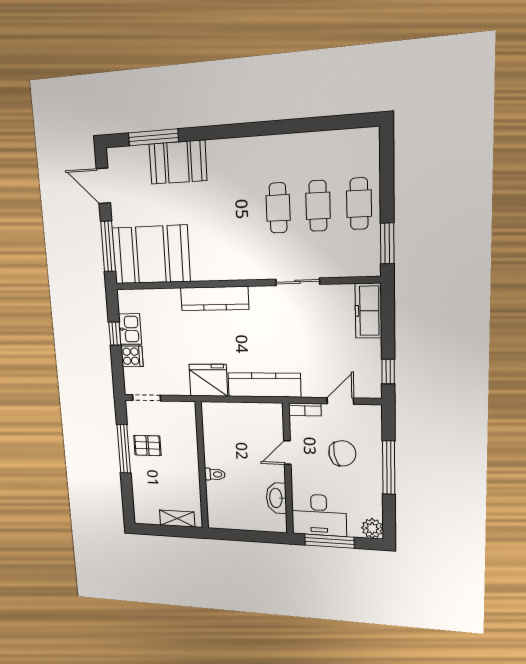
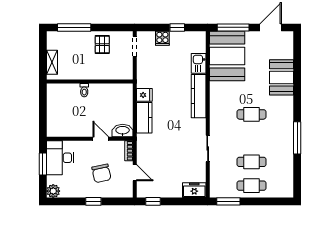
window: (153, 137) -> (297, 138), moved
cafe table: (278, 208) -> (252, 114), moved
freezer: (368, 311) -> (194, 190), width x0.71
kitchen sink: (130, 329) -> (199, 63), moved, turned 90
fridge: (208, 380) -> (144, 95), width x0.53, depth x0.75
kitchen counter: (264, 385) -> (144, 118), width x0.67
window: (124, 449) -> (74, 27), moved
window: (389, 468) -> (93, 201), width x0.46
washbasin: (276, 498) -> (123, 131), moved
window: (329, 541) -> (43, 164), width x0.69

